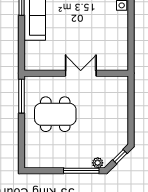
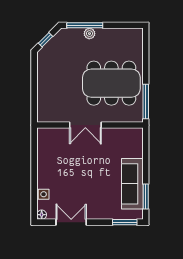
dining table: (55, 114) -> (111, 83), width x1.36, depth x1.24
plant: (98, 163) -> (89, 34), moved

